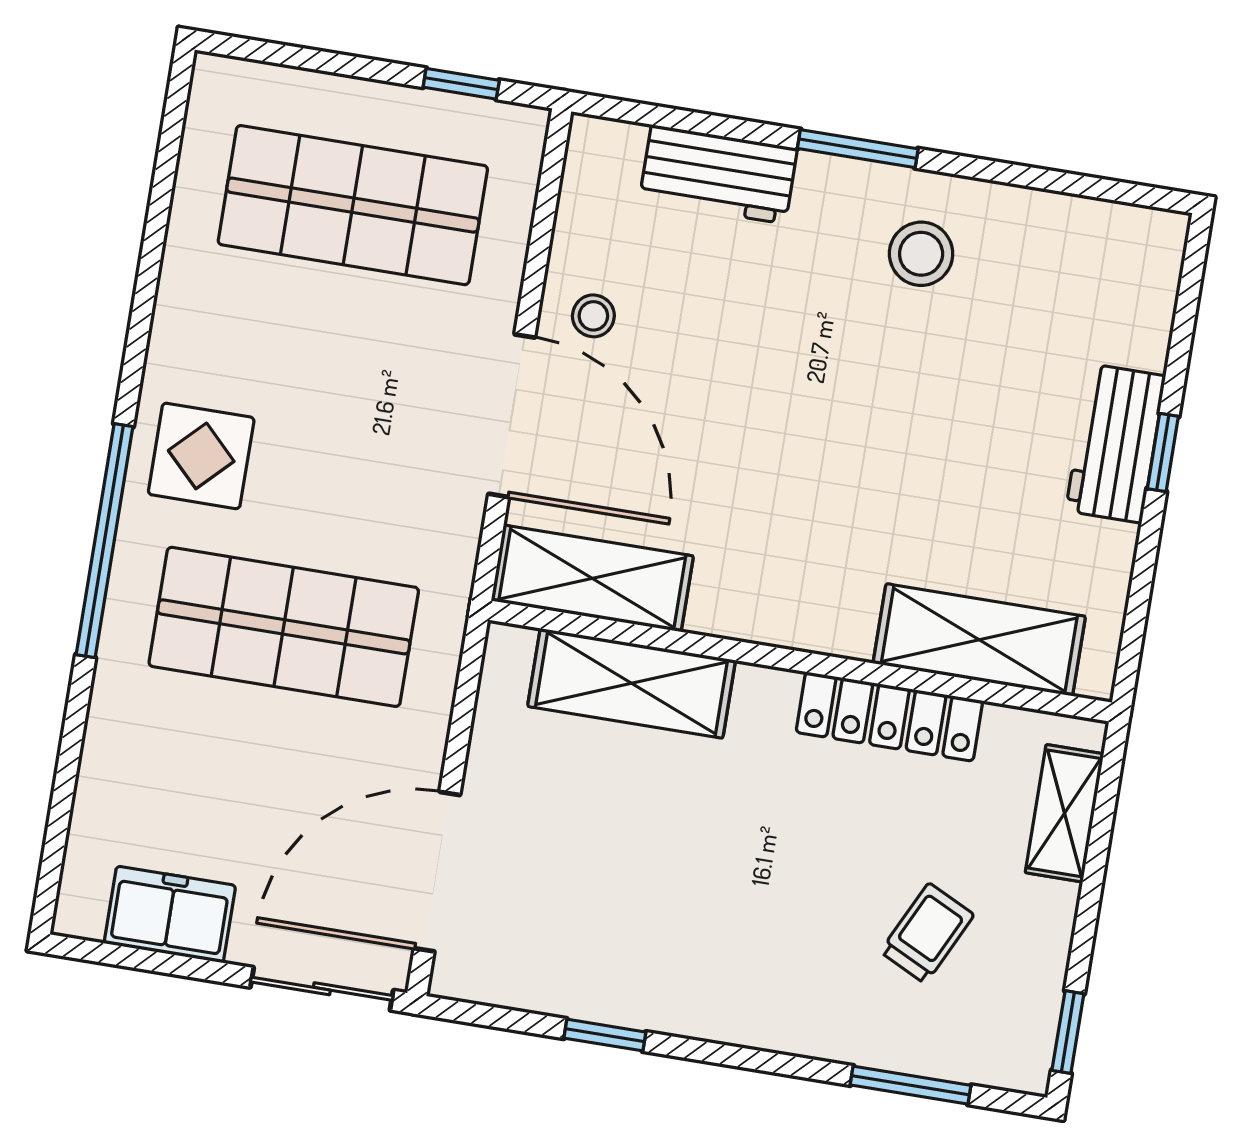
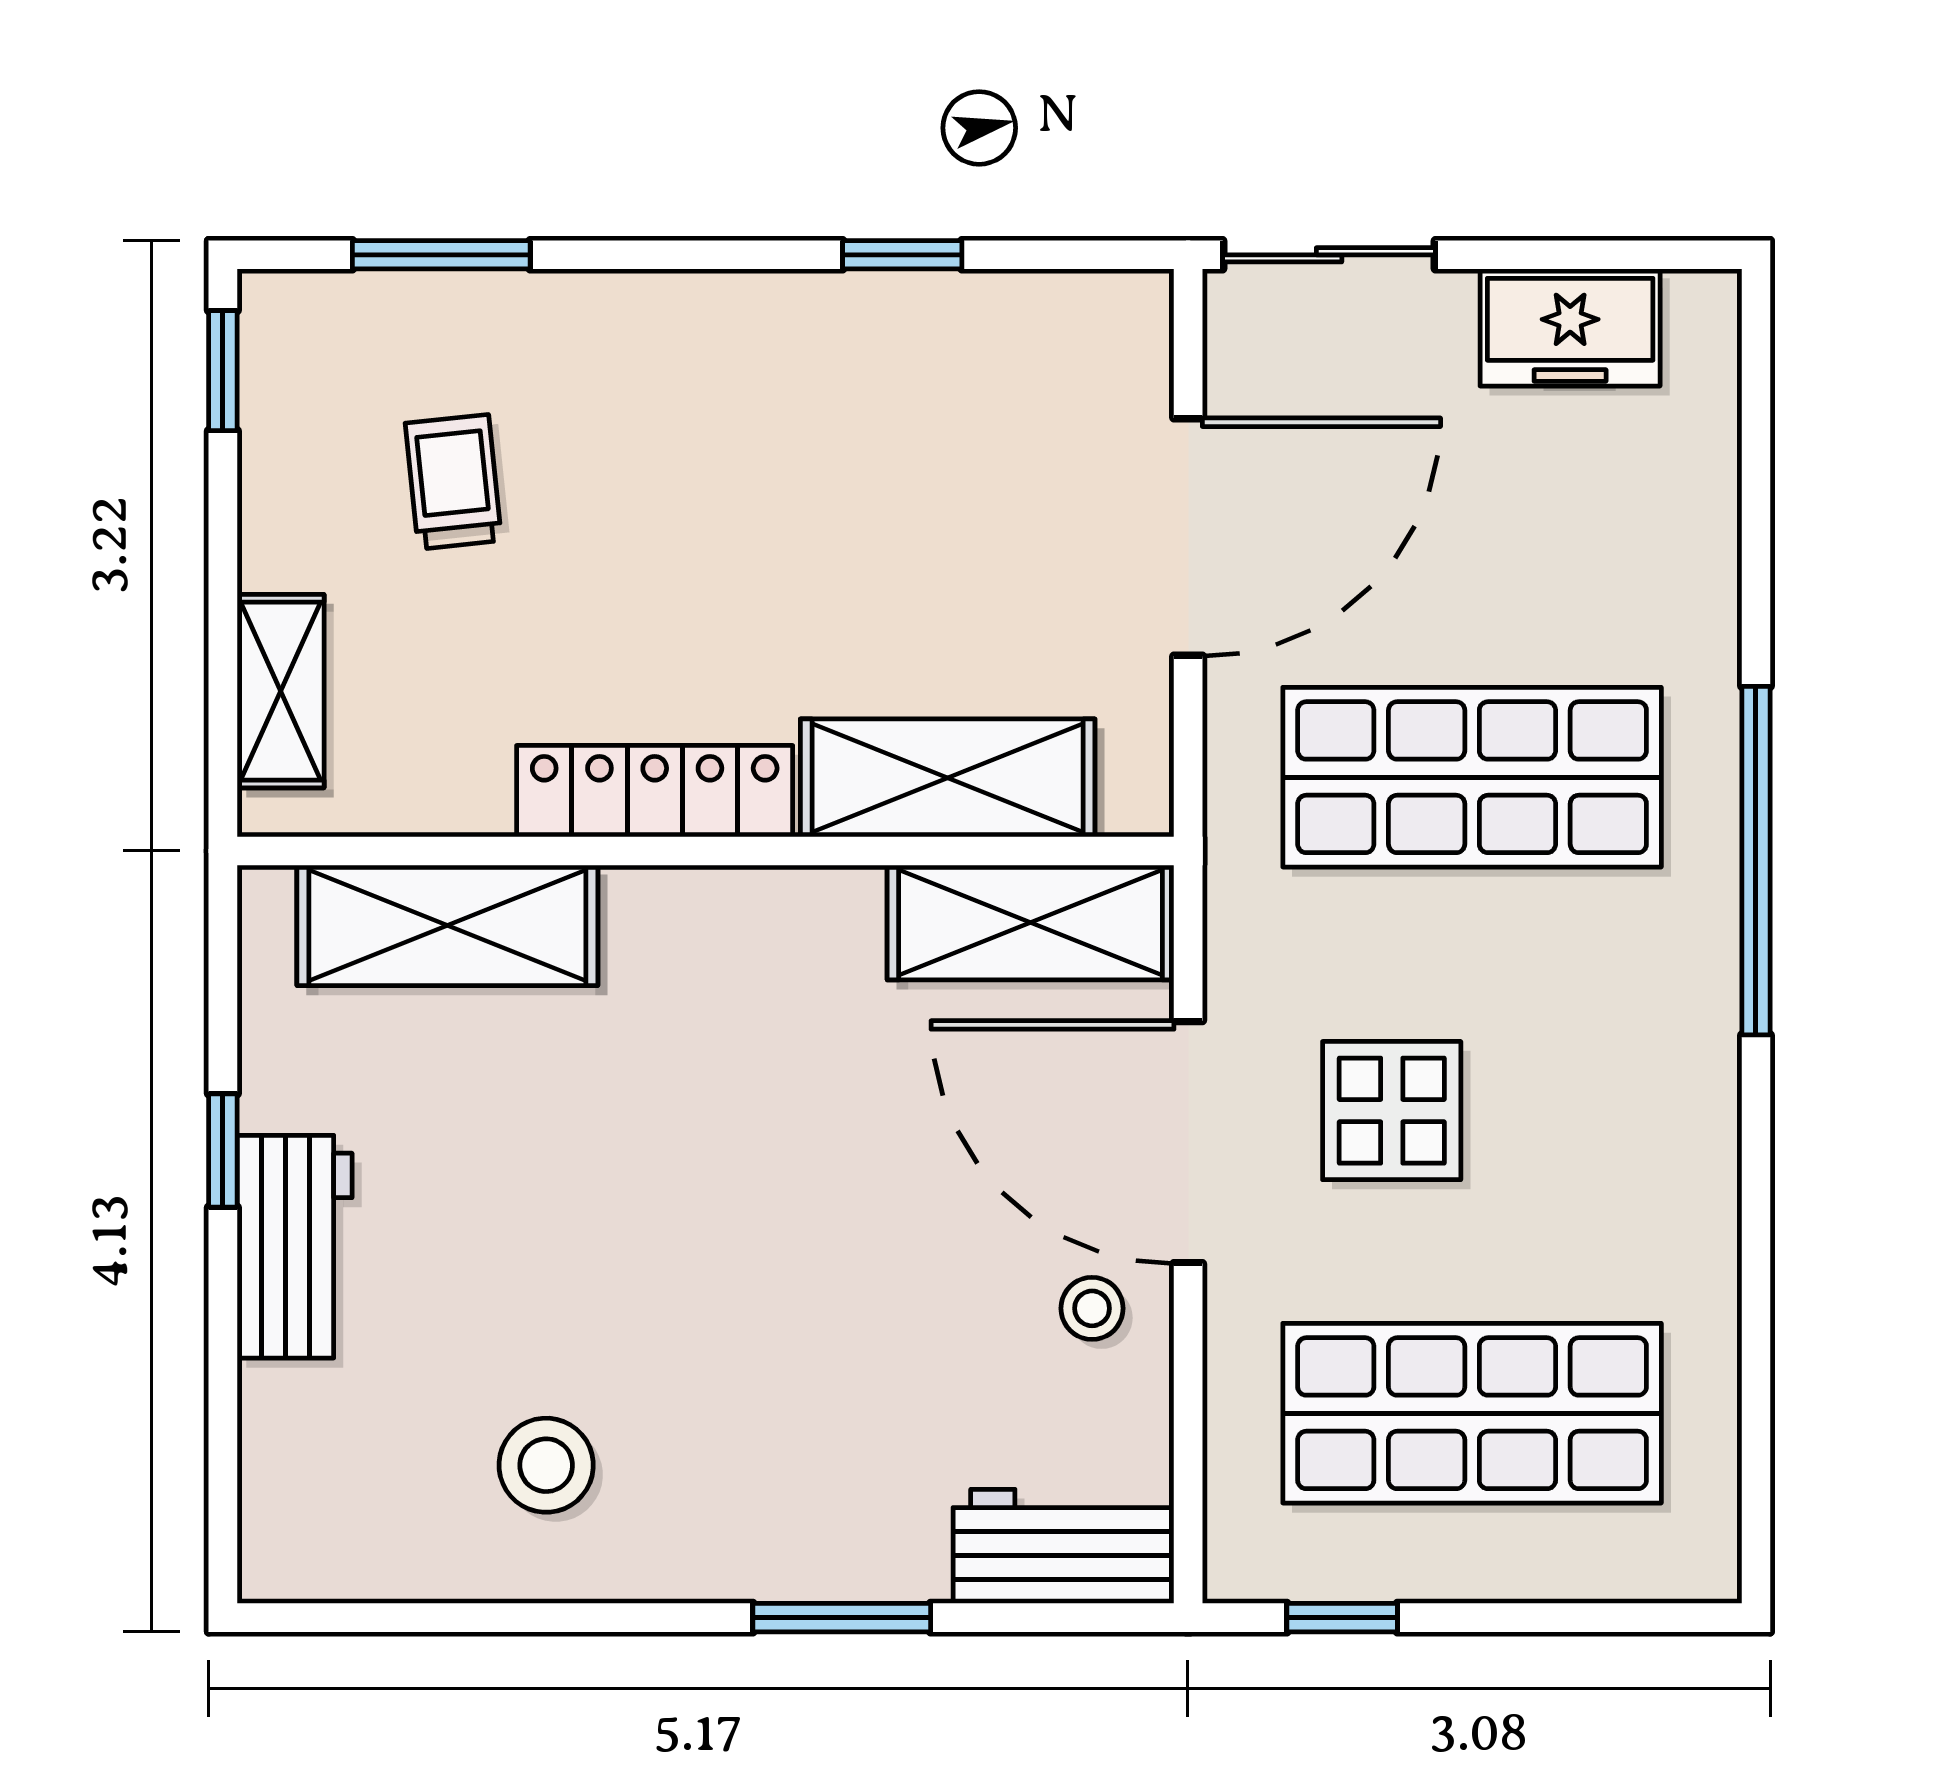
window: (858, 149) -> (842, 1618), moved
workbench: (718, 174) -> (1063, 1546), moved
stool: (921, 254) -> (546, 1465), moved
window: (1163, 452) -> (223, 1150), moved
display table: (201, 456) -> (1392, 1111), moved
locker: (889, 717) -> (655, 791), moved
door: (437, 872) -> (1188, 537), moved
trolley: (927, 933) -> (453, 482), turned 148

